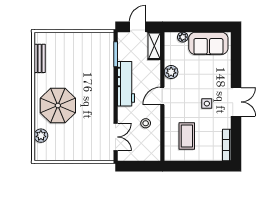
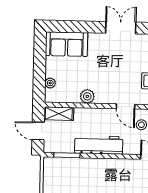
sofa: (208, 43) -> (67, 44), moved, turned 90
door: (162, 96) -> (126, 106), moved
side table: (207, 104) -> (122, 59), removed

